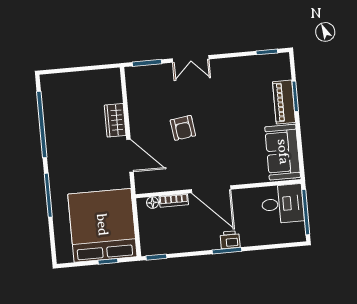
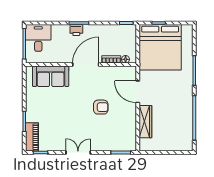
double door: (191, 59) -> (78, 152), moved
piano: (284, 102) -> (32, 137), moved
wardrobe: (115, 120) -> (145, 122), width x1.50
armchair: (183, 128) -> (101, 107), turned 98
sofa: (283, 152) -> (51, 76), moved, turned 90
door: (211, 189) -> (86, 65), hinge flipped
desk: (283, 204) -> (38, 38), moved, turned 90

